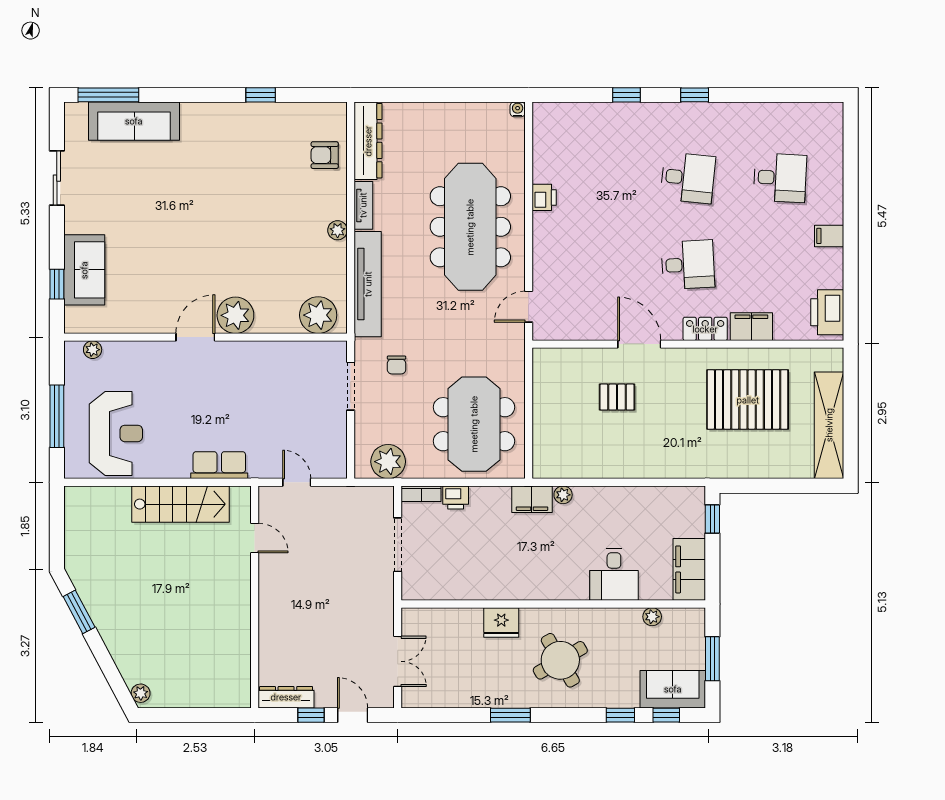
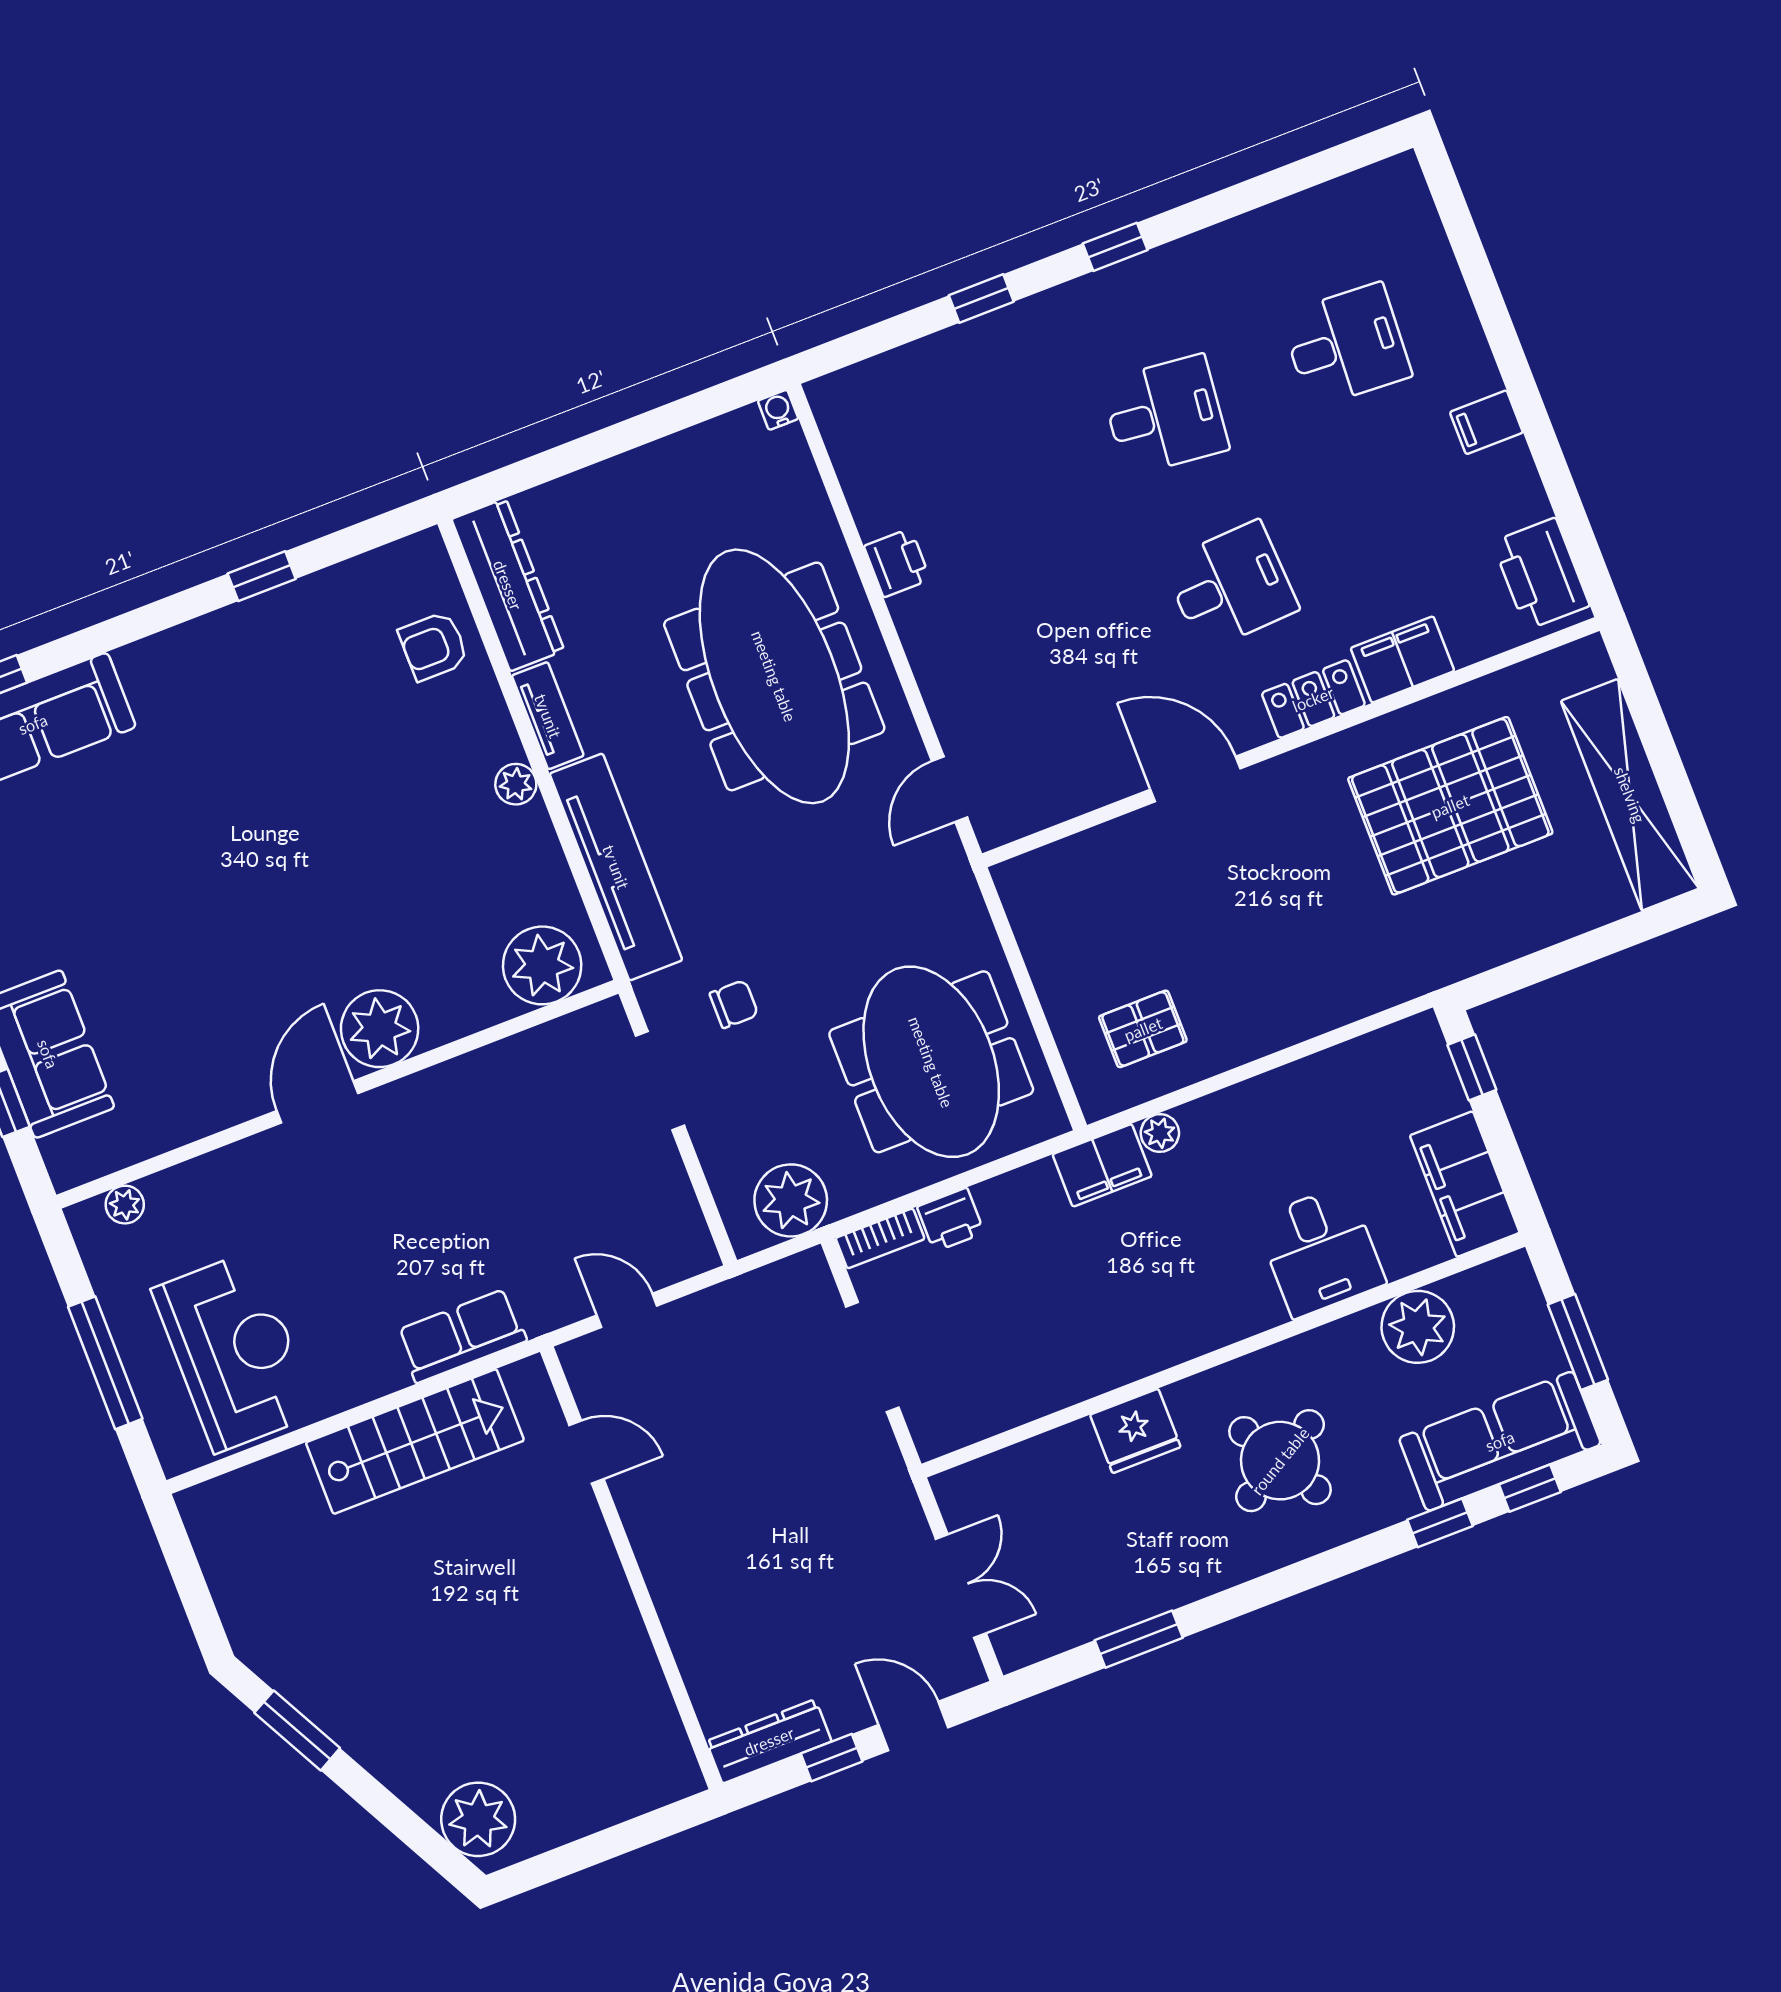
chair: (397, 365) -> (734, 1004), turned -90
pallet: (617, 397) -> (1143, 1029), moved
plant: (652, 617) -> (1418, 1327), width x1.87, depth x1.87
sofa: (673, 689) -> (1500, 1441), width x1.36
plant: (141, 693) -> (478, 1819), width x1.87, depth x1.87
window: (510, 715) -> (1139, 1639), moved

